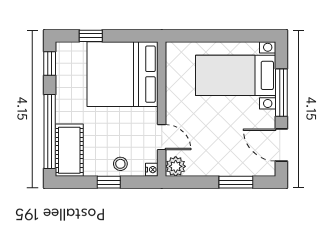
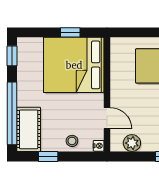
window: (91, 36) -> (70, 32), moved
plant: (176, 166) -> (132, 143), moved
window: (109, 182) -> (48, 156), moved

